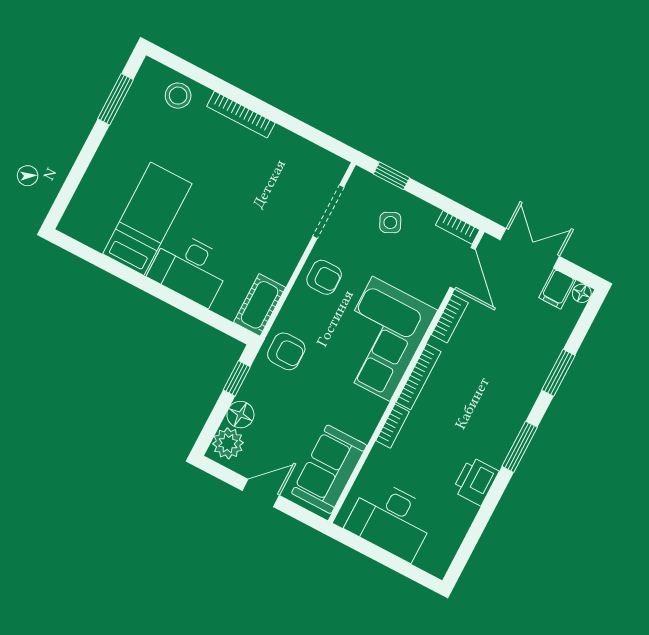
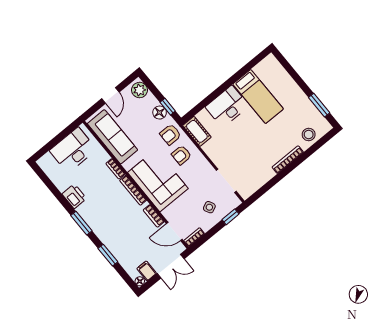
armchair: (324, 277) -> (181, 155), moved
floor lamp: (240, 415) -> (160, 113), moved
sofa: (329, 469) -> (112, 137), width x1.36

